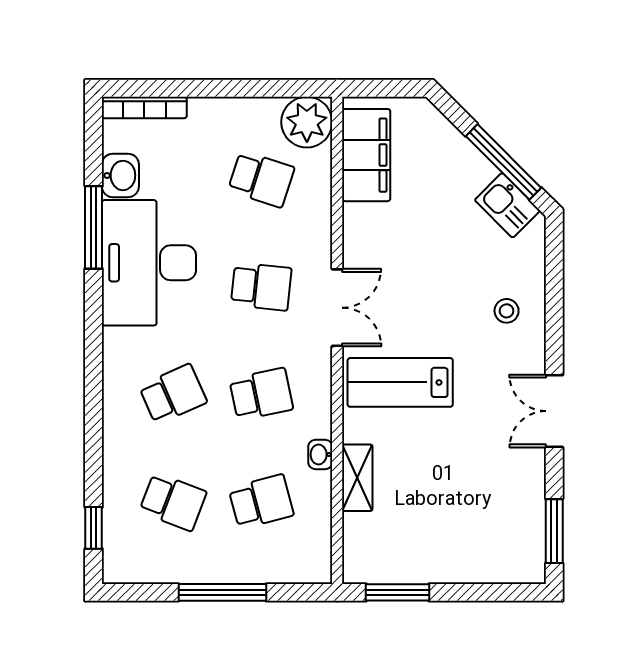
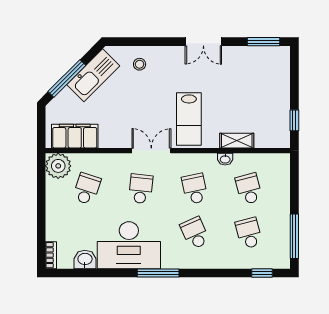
bookcase: (144, 108) -> (51, 255), width x0.64
window: (503, 162) -> (67, 78), moved
kitchen sink: (507, 205) -> (93, 75), width x1.88, depth x1.24
window: (94, 227) -> (158, 273), moved
stool: (507, 311) -> (140, 64), moved
school desk: (173, 502) -> (249, 233), turned -36
window: (222, 592) -> (294, 236), moved
window: (397, 592) -> (294, 120), width x0.67

